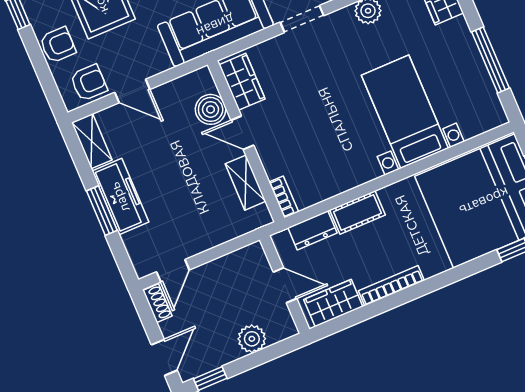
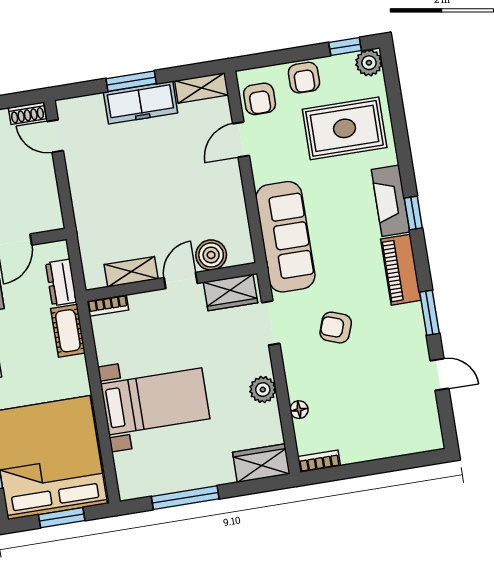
wardrobe: (242, 82) -> (231, 292), moved
boiler: (211, 109) -> (211, 255), moved
door: (242, 133) -> (181, 281), moved
wall: (246, 141) -> (171, 282), moved
shelving: (246, 183) -> (131, 272), moved
bookcase: (284, 197) -> (108, 306), moved

